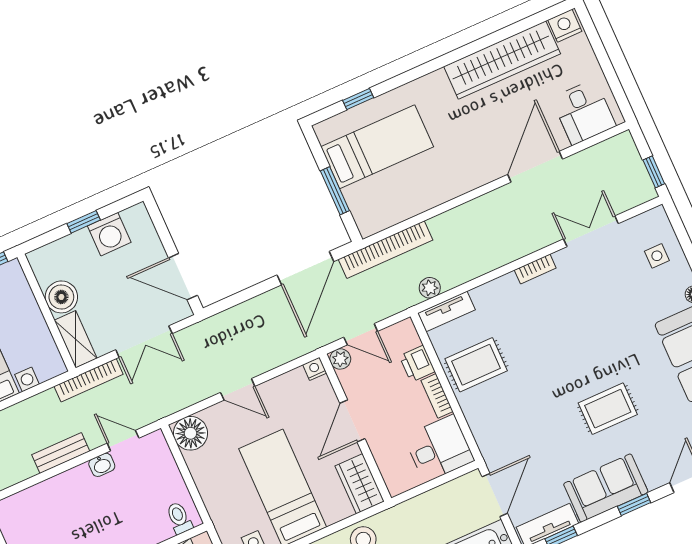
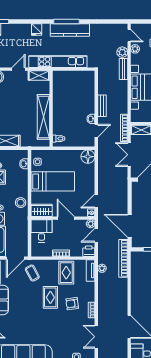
double door: (591, 231) -> (96, 337), swing flipped
armchair: (540, 320) -> (72, 304), added
printer: (417, 364) -> (89, 251), moved
door: (238, 389) -> (96, 201), moved
rug: (608, 409) -> (50, 297), moved
coffee table: (511, 441) -> (32, 273), added
desk: (439, 449) -> (41, 231), moved, turned 180
door: (495, 495) -> (15, 258), hinge flipped

